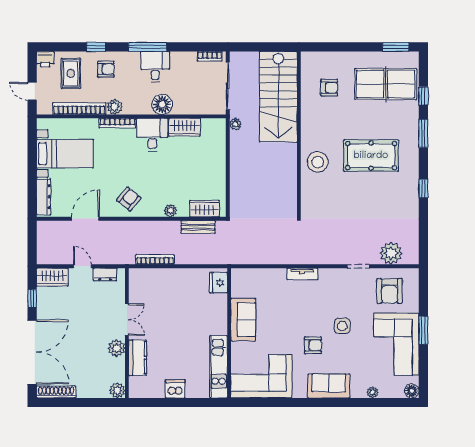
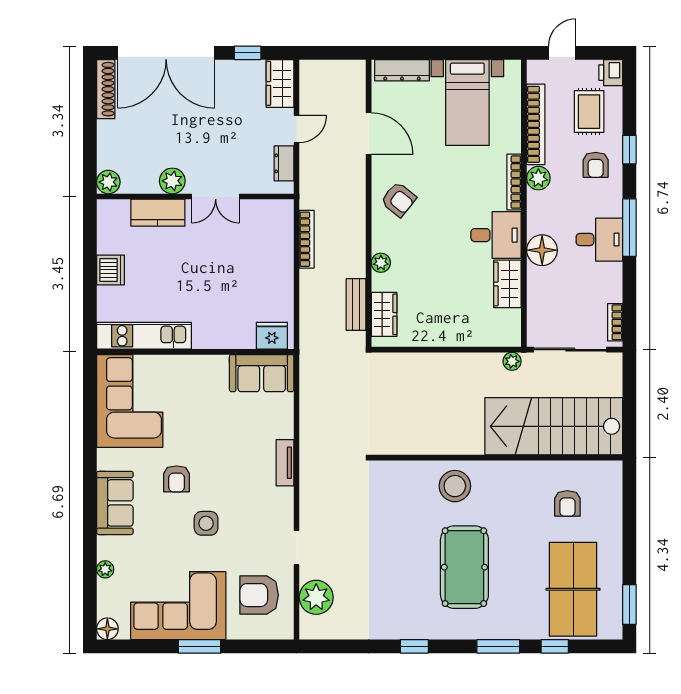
rug: (71, 73) -> (589, 112), turned 90
sofa: (243, 320) -> (262, 373), moved

